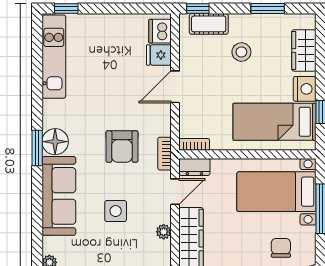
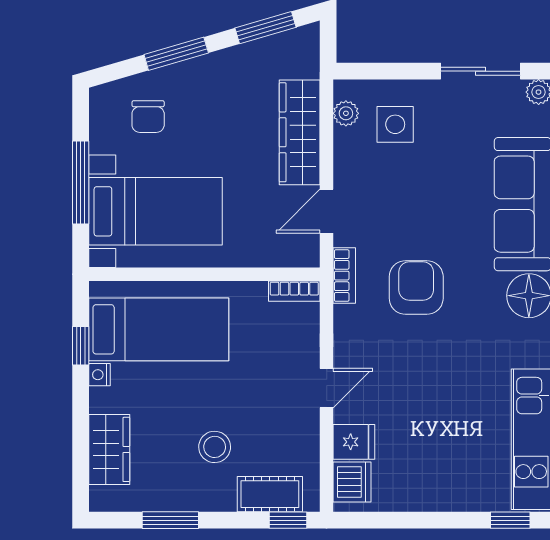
door: (175, 87) -> (327, 388), width x0.73
nightstand: (305, 89) -> (99, 375), width x0.53, depth x0.56
dresser: (194, 167) -> (294, 253), removed
side table: (116, 211) -> (395, 124), moved
plant: (164, 232) -> (346, 113), moved

